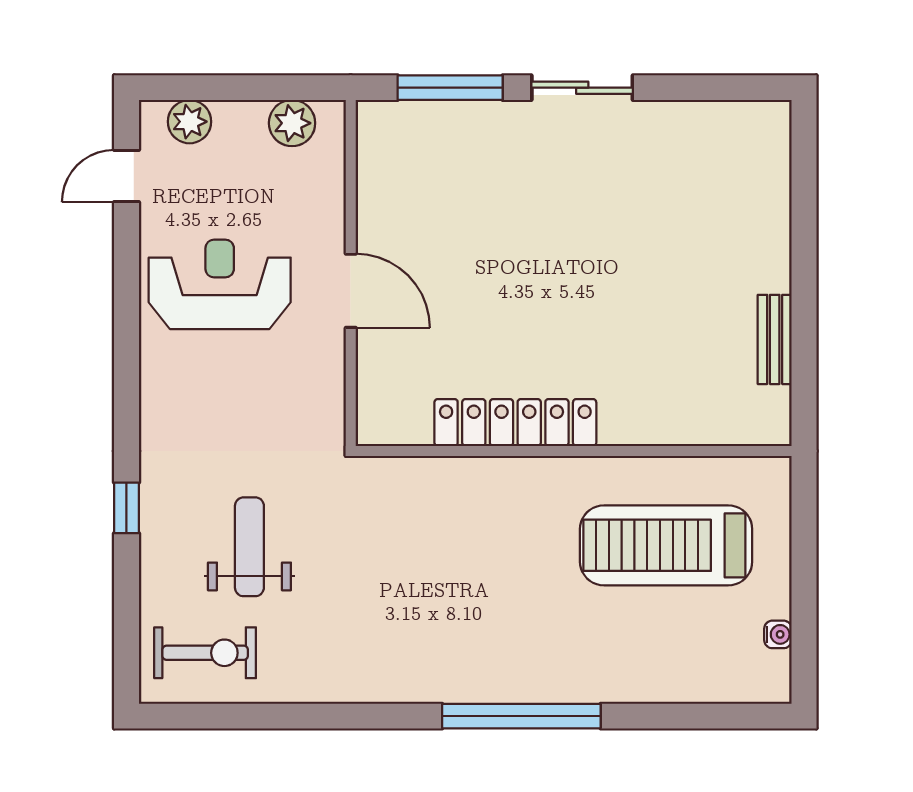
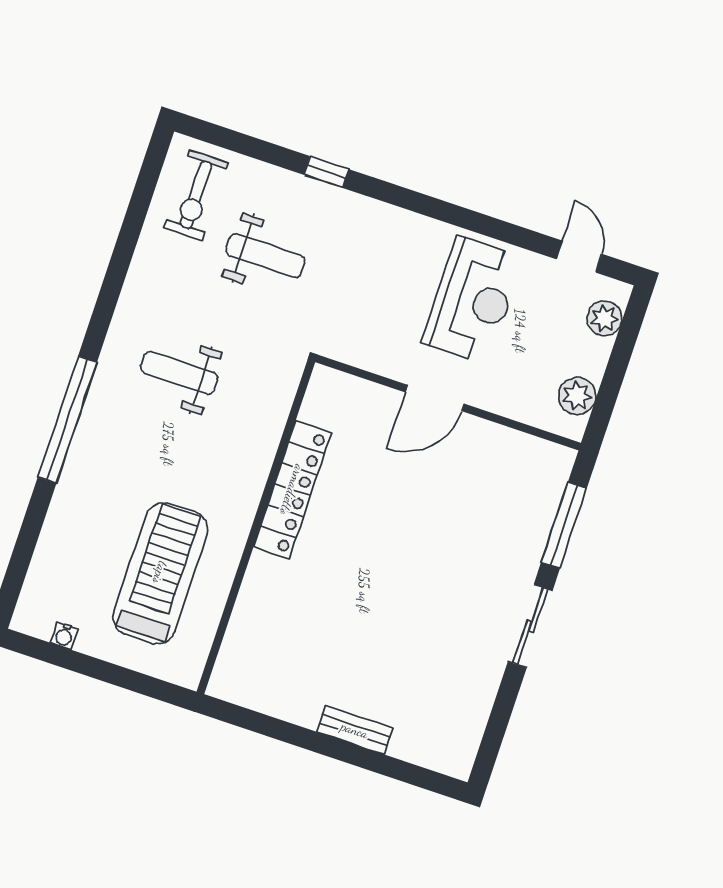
bench: (775, 339) -> (355, 730), moved
weight bench: (422, 602) -> (179, 373), added

